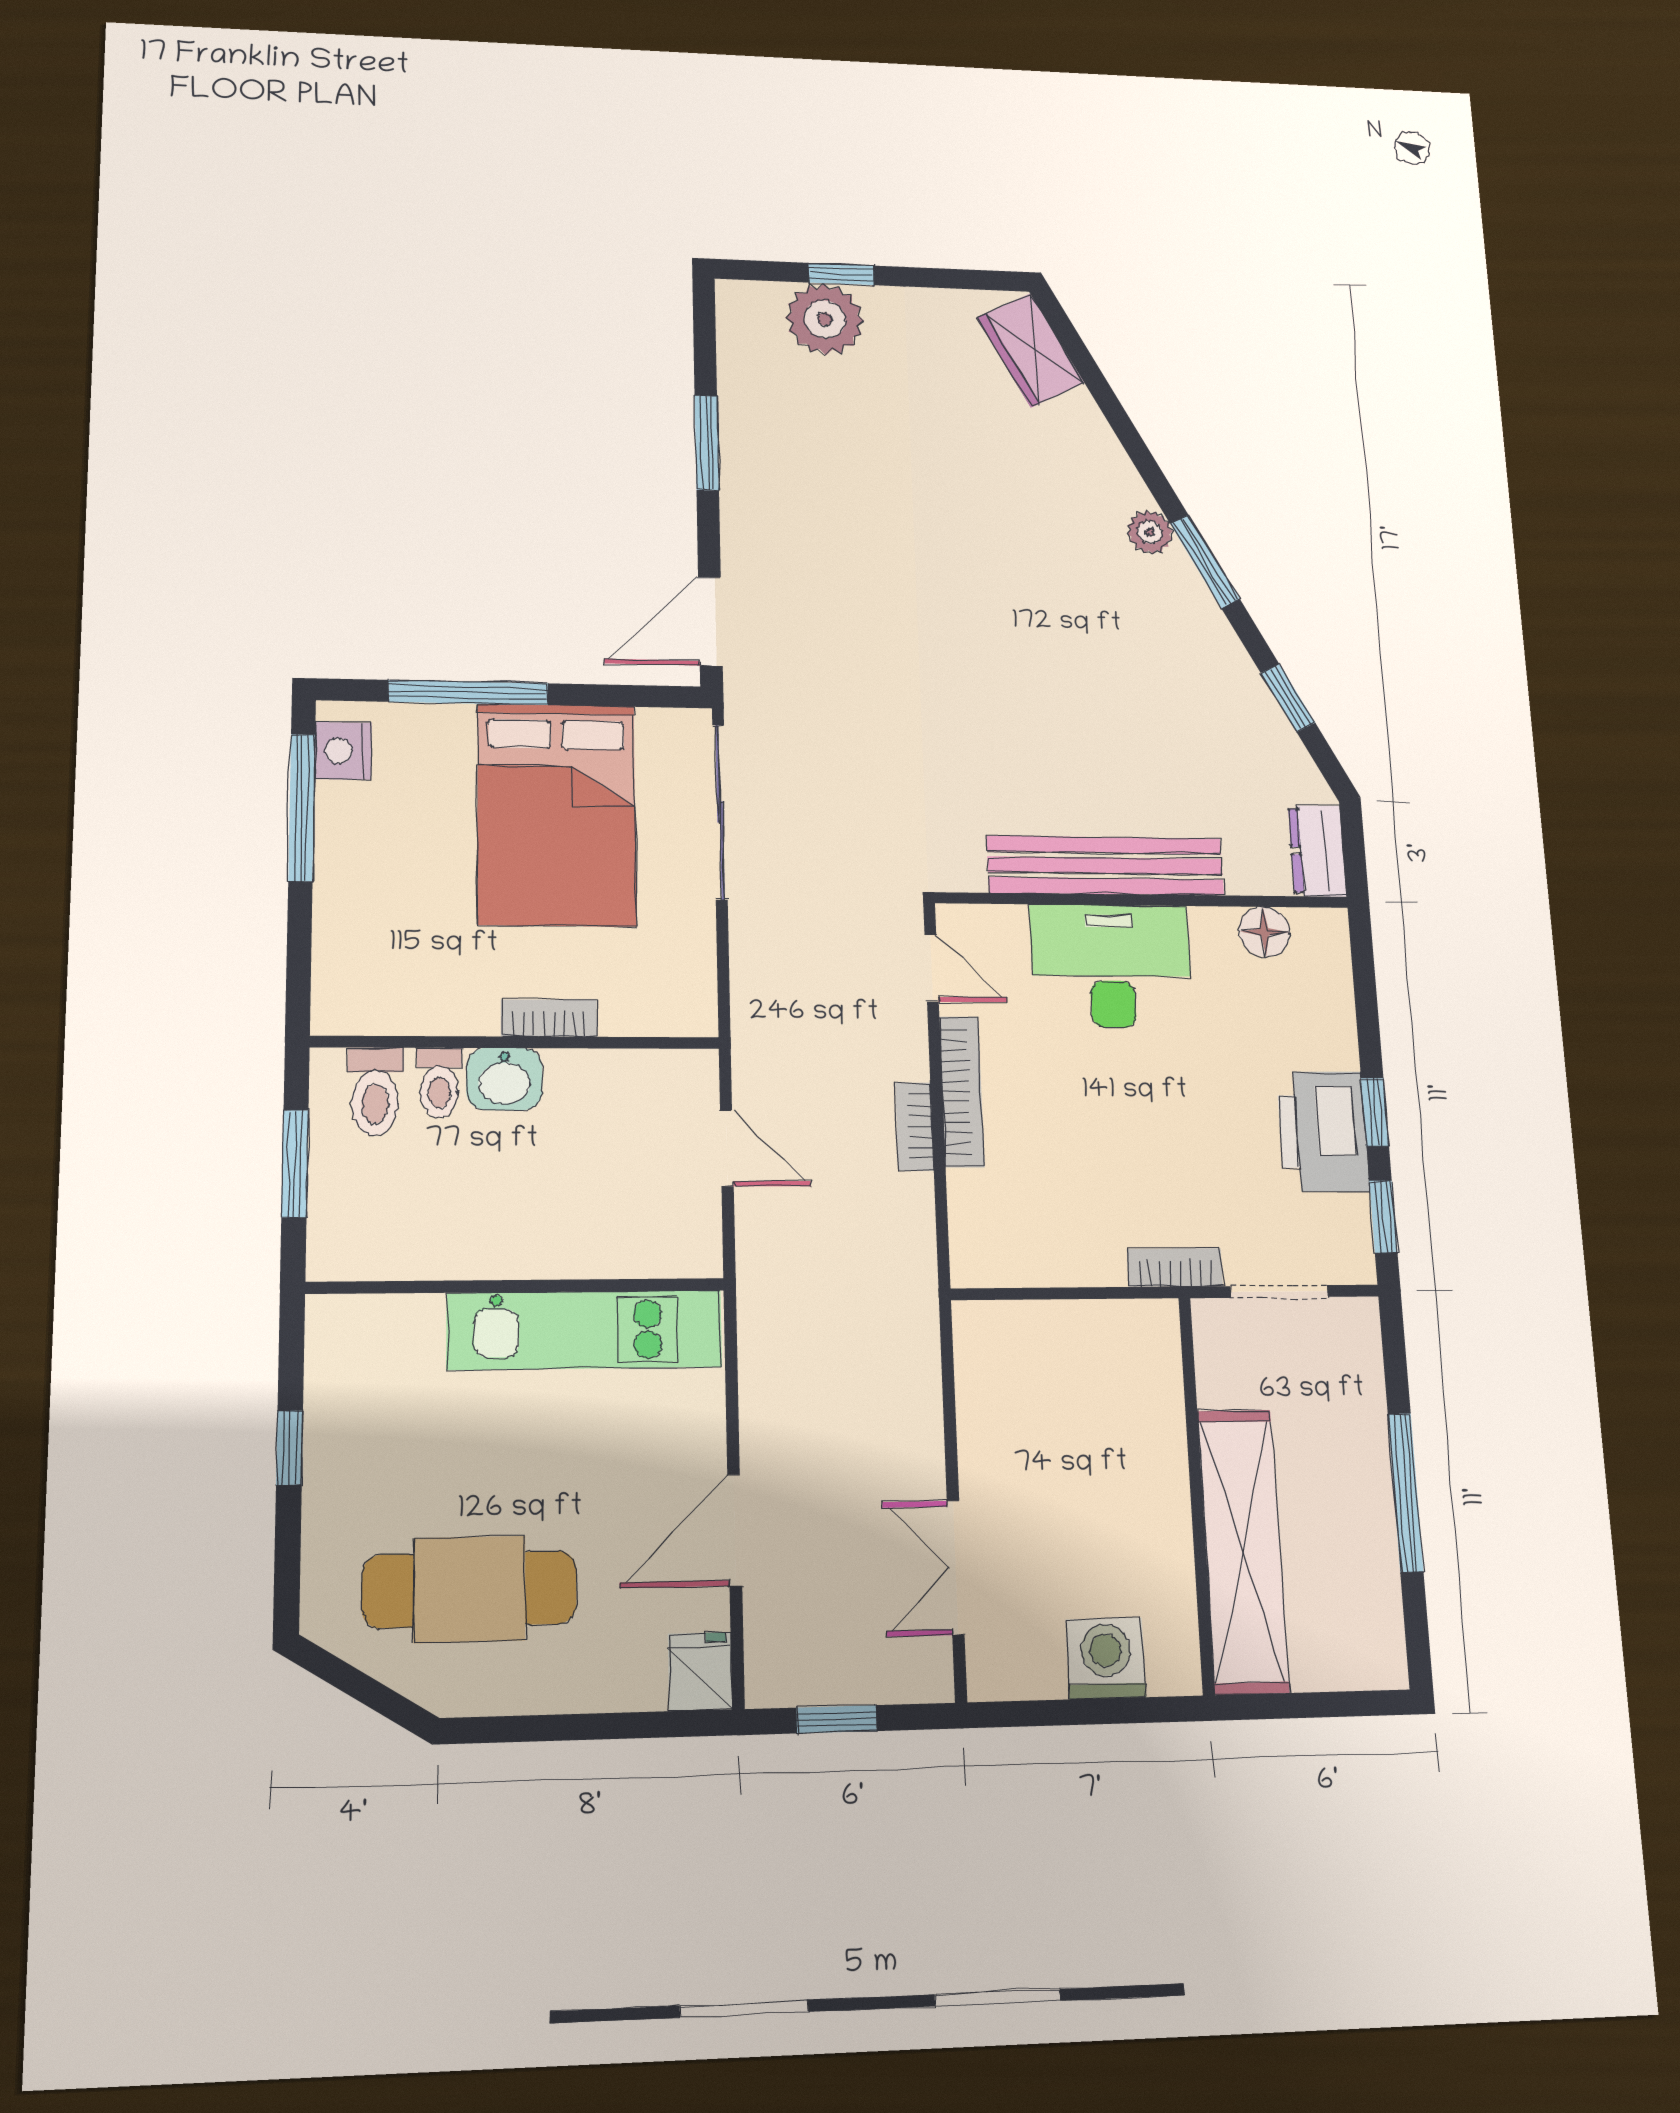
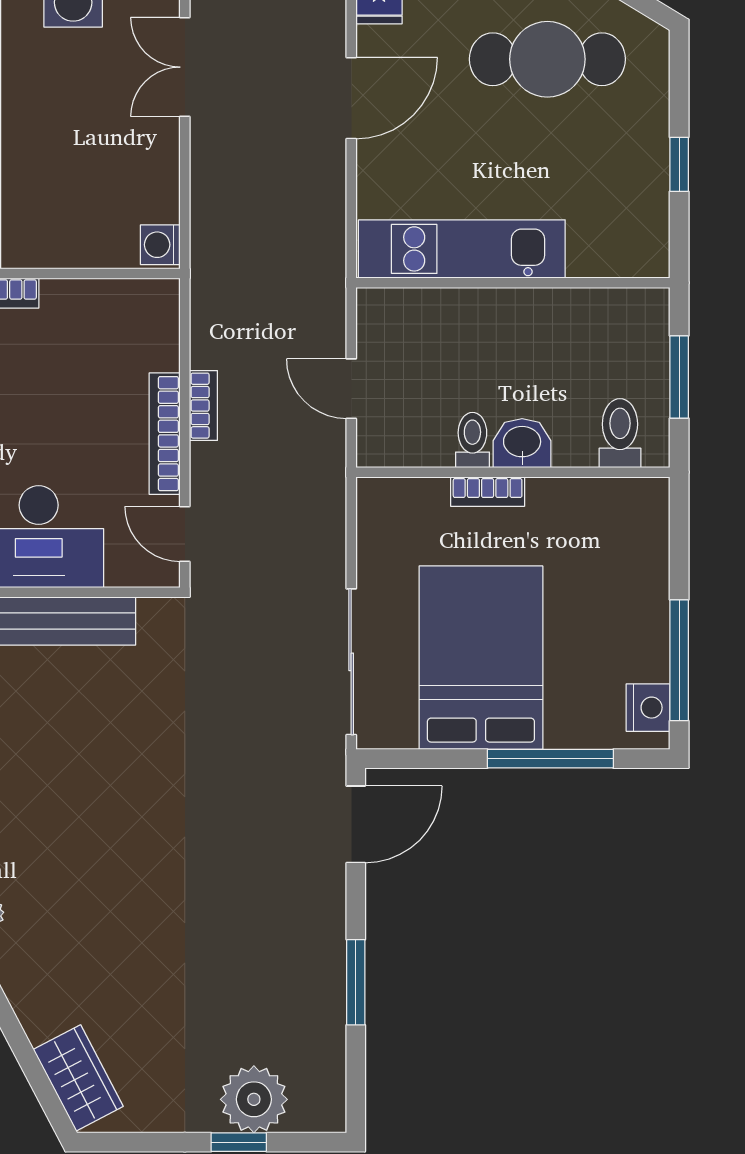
toilet: (439, 1083) -> (472, 440), moved
washing machine: (978, 1331) -> (160, 245), added
double door: (956, 1568) -> (185, 67), swing flipped

